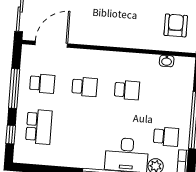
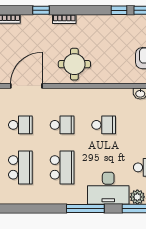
round table: (102, 26) -> (74, 64), added
school desk: (81, 130) -> (62, 167), added

